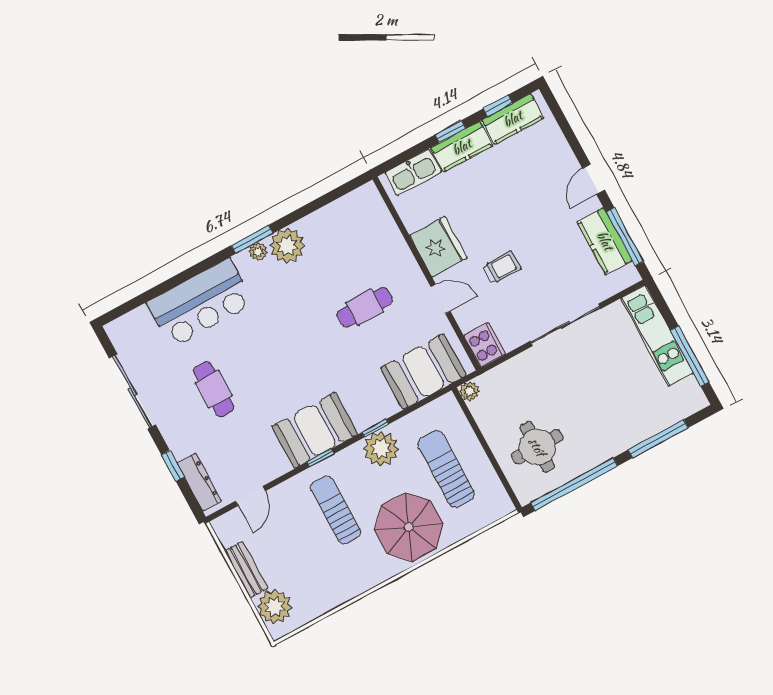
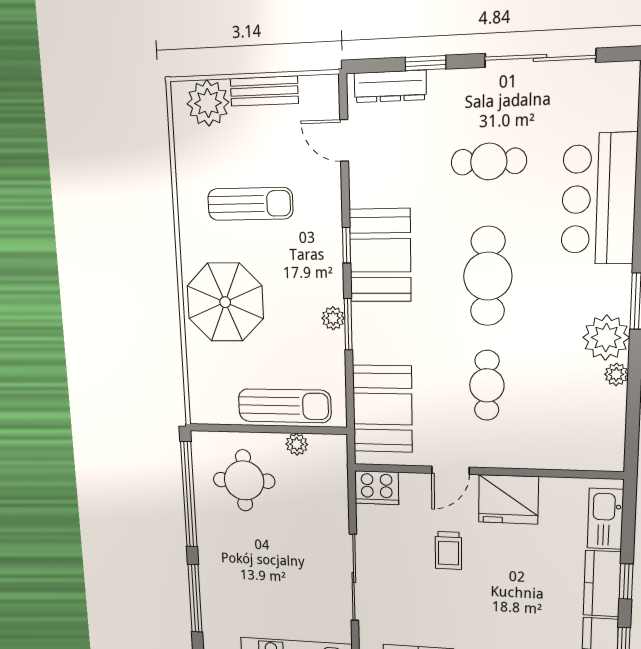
plant: (258, 252) -> (616, 374), moved
cafe table: (289, 348) -> (488, 276), added
plant: (470, 391) -> (297, 444), moved
window: (375, 428) -> (348, 324), width x1.50
plant: (381, 449) -> (333, 318), width x0.53, depth x0.53
sun lounger: (446, 469) -> (285, 406), moved
sun lounger: (336, 510) -> (250, 204), moved

